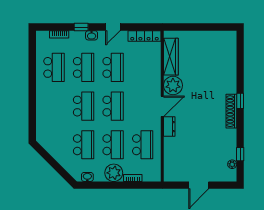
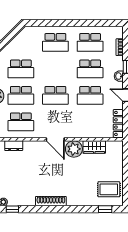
rug: (218, 46) -> (109, 189), added
wardrobe: (171, 57) -> (94, 147), width x0.67
window: (240, 101) -> (105, 209), moved
school desk: (84, 106) -> (55, 42), moved
dresser: (169, 127) -> (14, 146), moved

